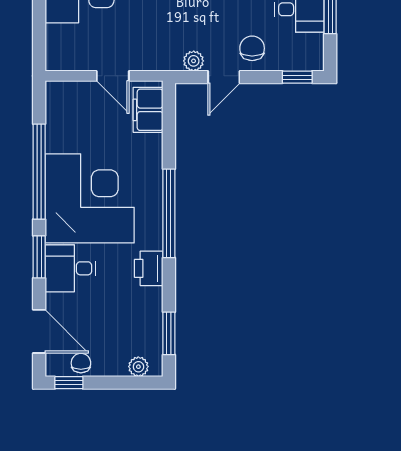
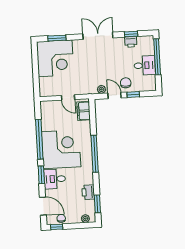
door: (224, 77) -> (114, 95), swing flipped
window: (297, 77) -> (133, 94), moved
printer: (149, 268) -> (88, 192), moved

